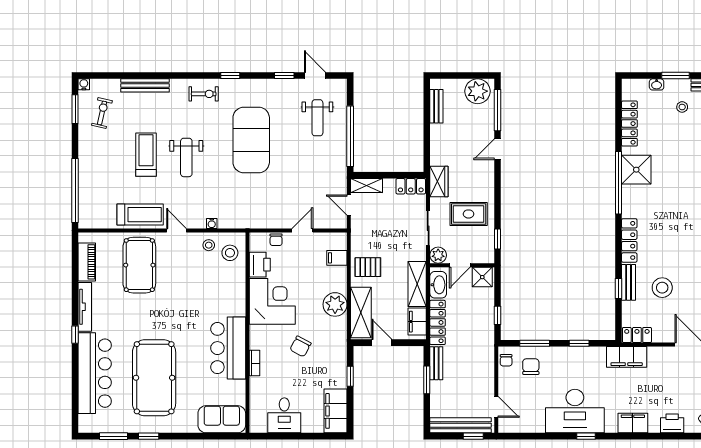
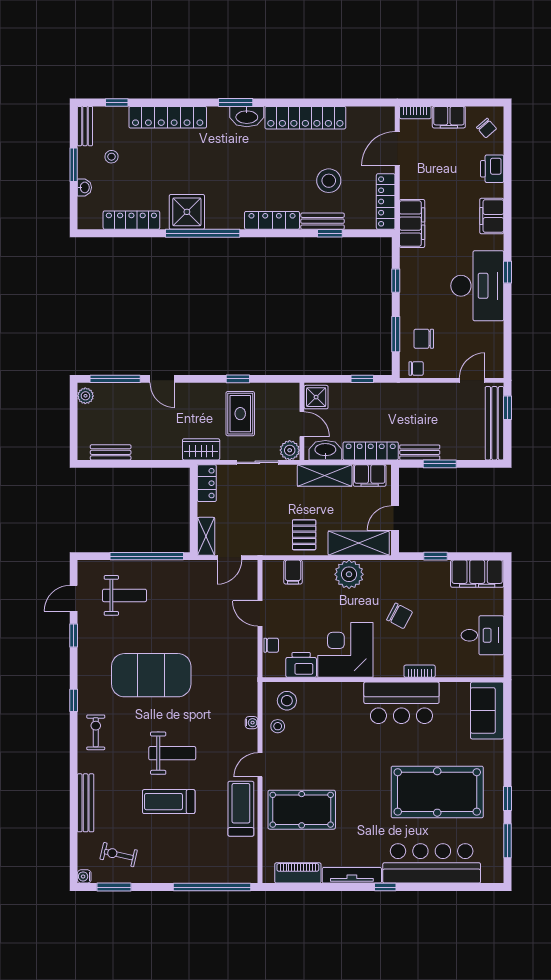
plant: (477, 91) -> (85, 396), width x0.53, depth x0.53
window: (497, 239) -> (238, 379), moved
locker: (637, 335) -> (386, 201), width x1.53

